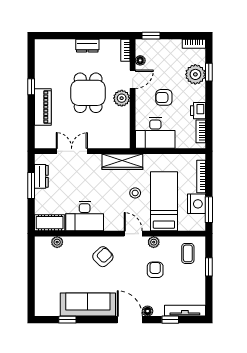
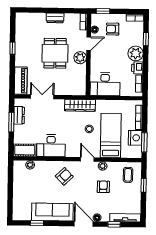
plant: (195, 74) -> (136, 53), moved
armchair: (164, 97) -> (113, 29), moved
piano: (43, 107) -> (21, 81), moved

